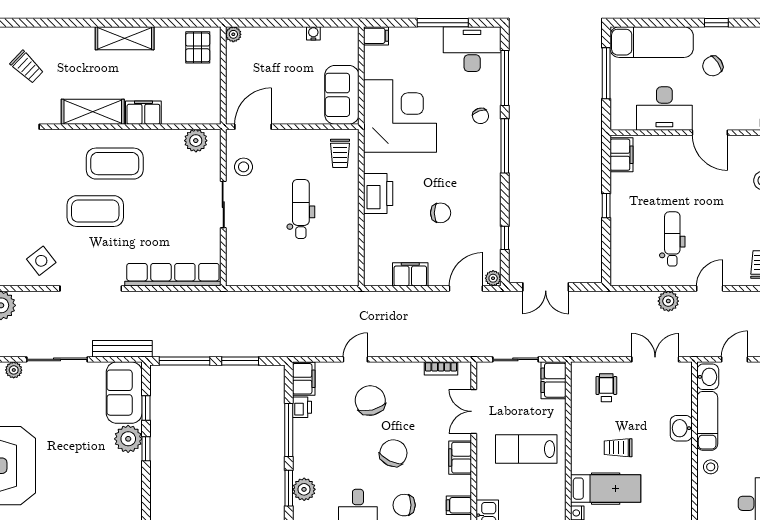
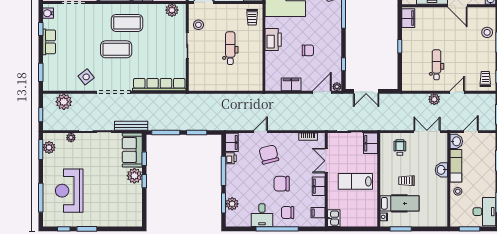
chair: (393, 453) -> (282, 184), turned -116

